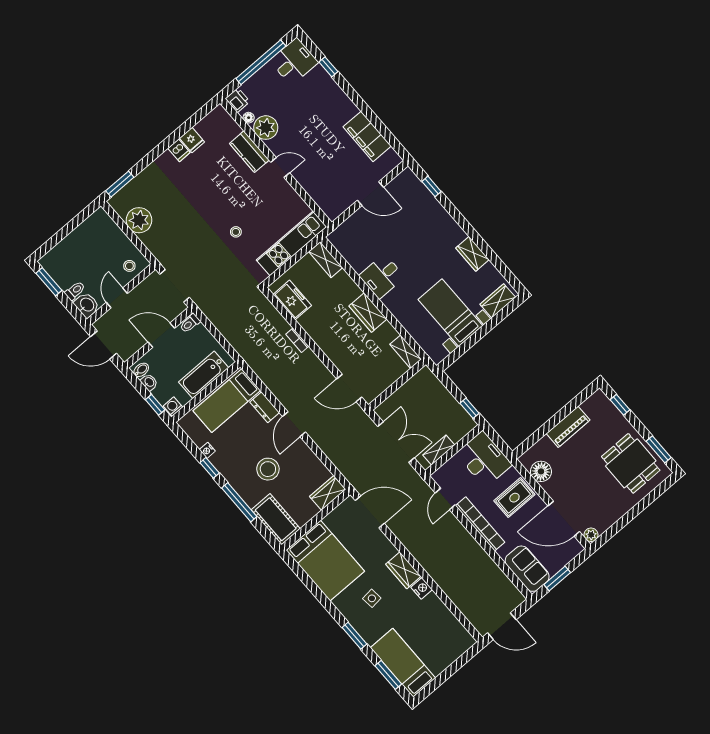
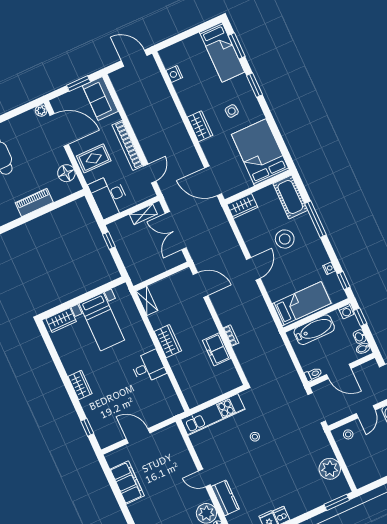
wardrobe: (472, 254) -> (80, 385), moved
shelving: (326, 260) -> (189, 393), removed
freezer: (292, 300) -> (217, 349), moved
dresser: (265, 407) -> (273, 289), removed
window: (210, 468) -> (344, 281), moved
nightstand: (422, 588) -> (174, 74), moved

